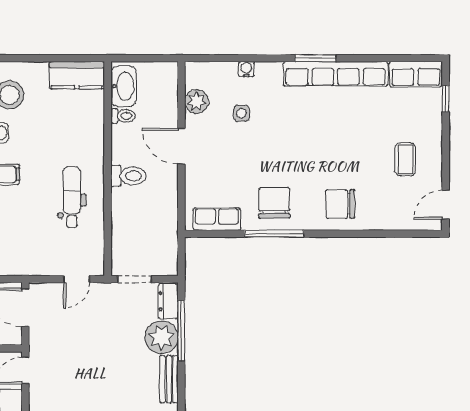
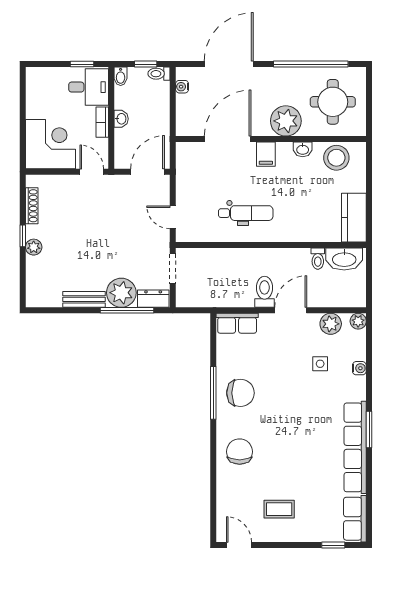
plant: (194, 70) -> (358, 321), added
toilet: (128, 176) -> (264, 292), moved, turned 180
row of seats: (217, 219) -> (237, 323), moved, turned 90

